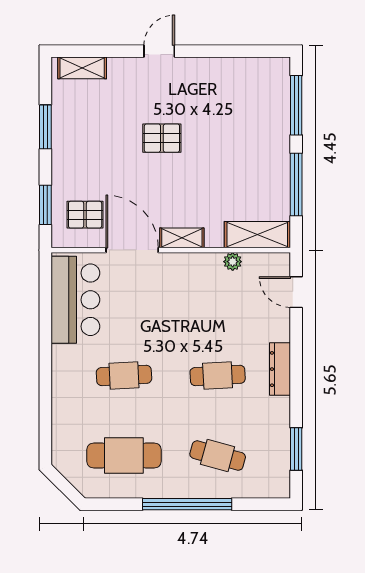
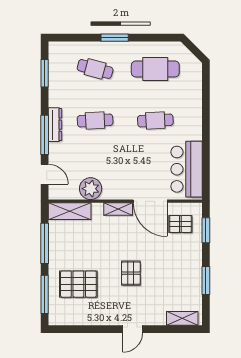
pallet: (244, 121) -> (78, 284), added
pallet: (162, 138) -> (131, 273), turned 90
plant: (233, 262) -> (91, 189), width x1.87, depth x1.87
window: (296, 353) -> (45, 135), added
window: (187, 504) -> (115, 38), width x0.47

